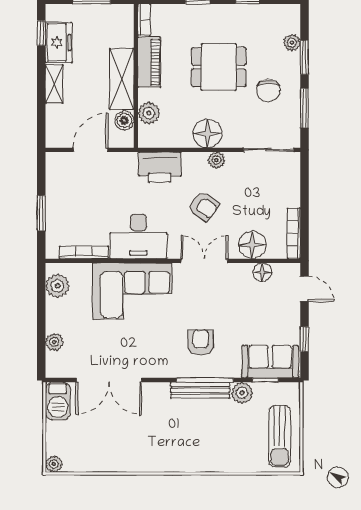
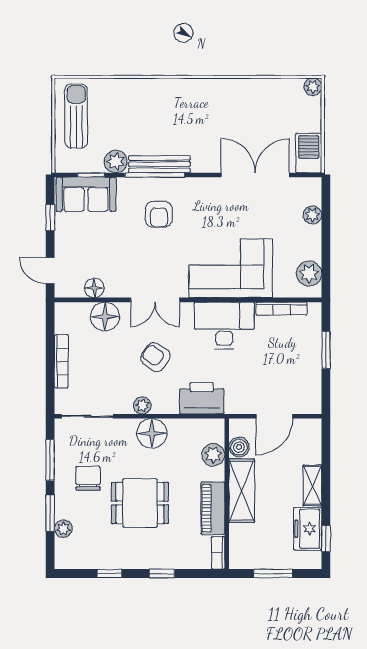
bookcase: (294, 233) -> (61, 361), moved

